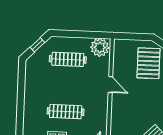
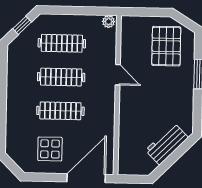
plant: (100, 47) -> (109, 22), width x0.53, depth x0.53
clothes rail: (67, 85) -> (61, 77), added

